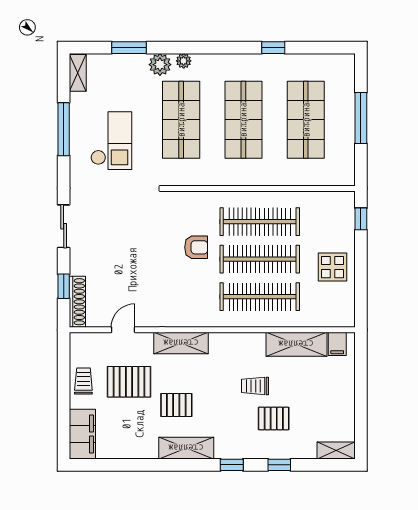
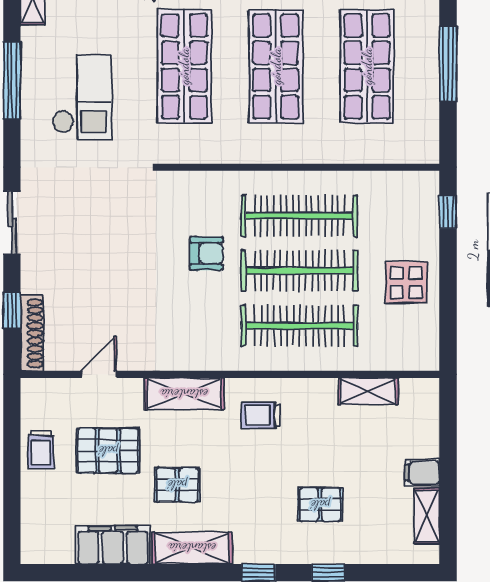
shelving: (296, 344) -> (368, 391), width x0.67, depth x0.75
filing cabinet: (337, 344) -> (422, 473), moved, turned 90
trolley: (83, 381) -> (41, 450), turned 180
trolley: (255, 386) -> (261, 415), moved
filing cabinet: (82, 434) -> (113, 545), moved, turned -90
shelving: (336, 451) -> (427, 516), moved, turned 90

